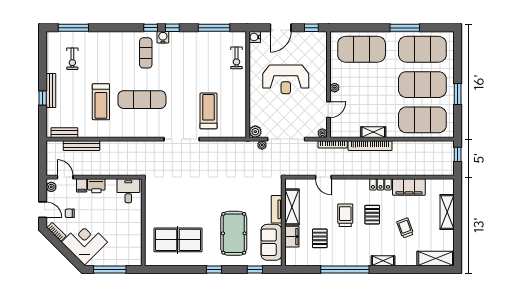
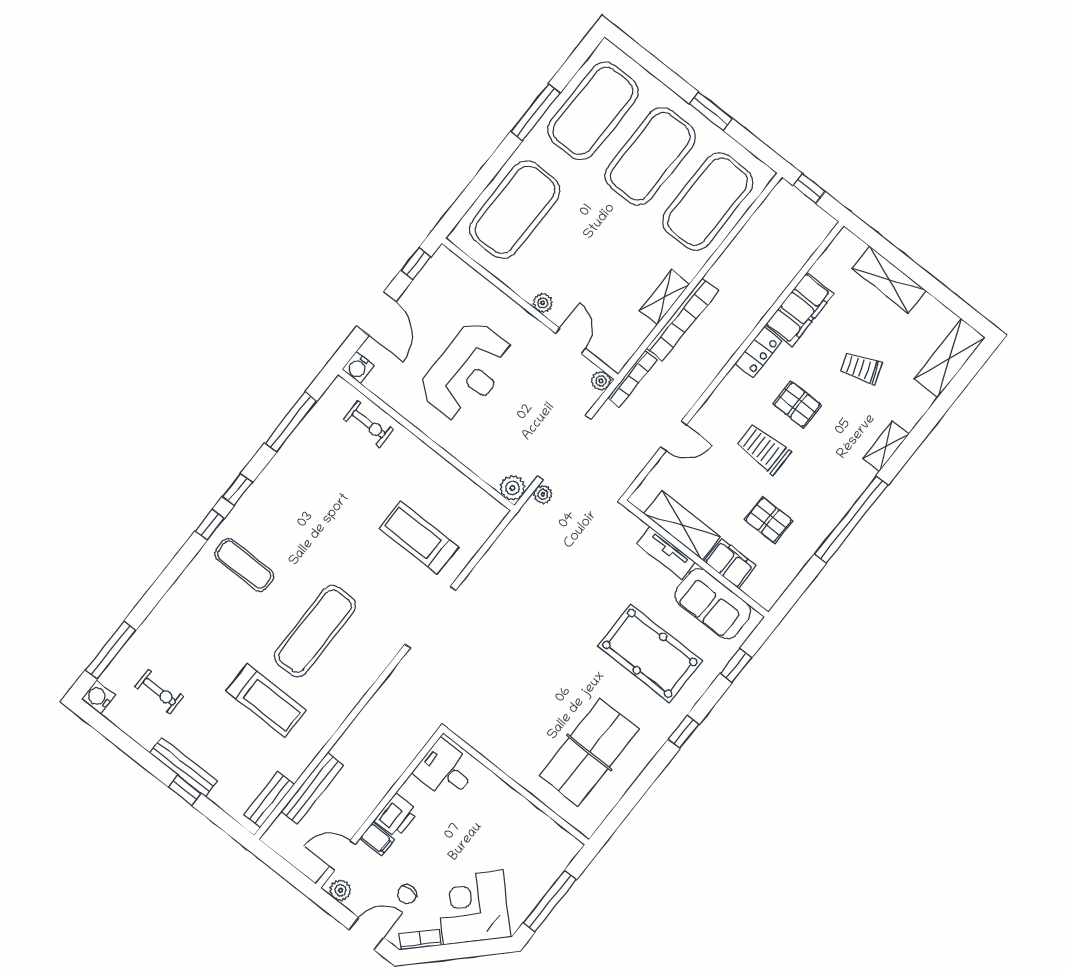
water cooler: (163, 37) -> (98, 697), moved

